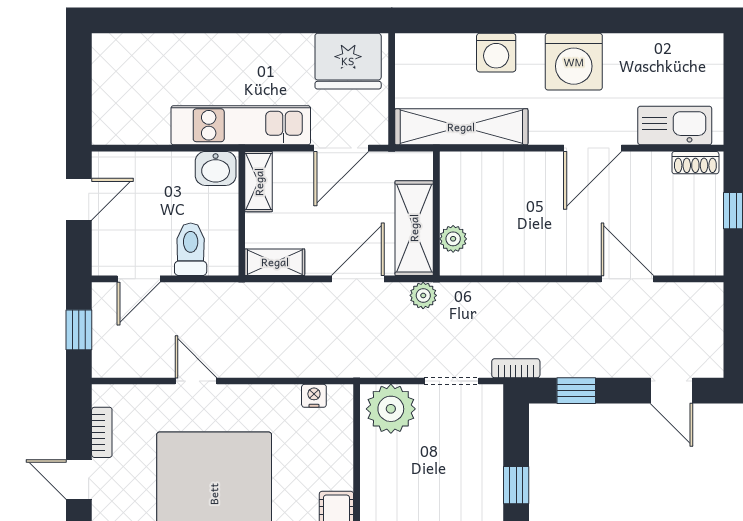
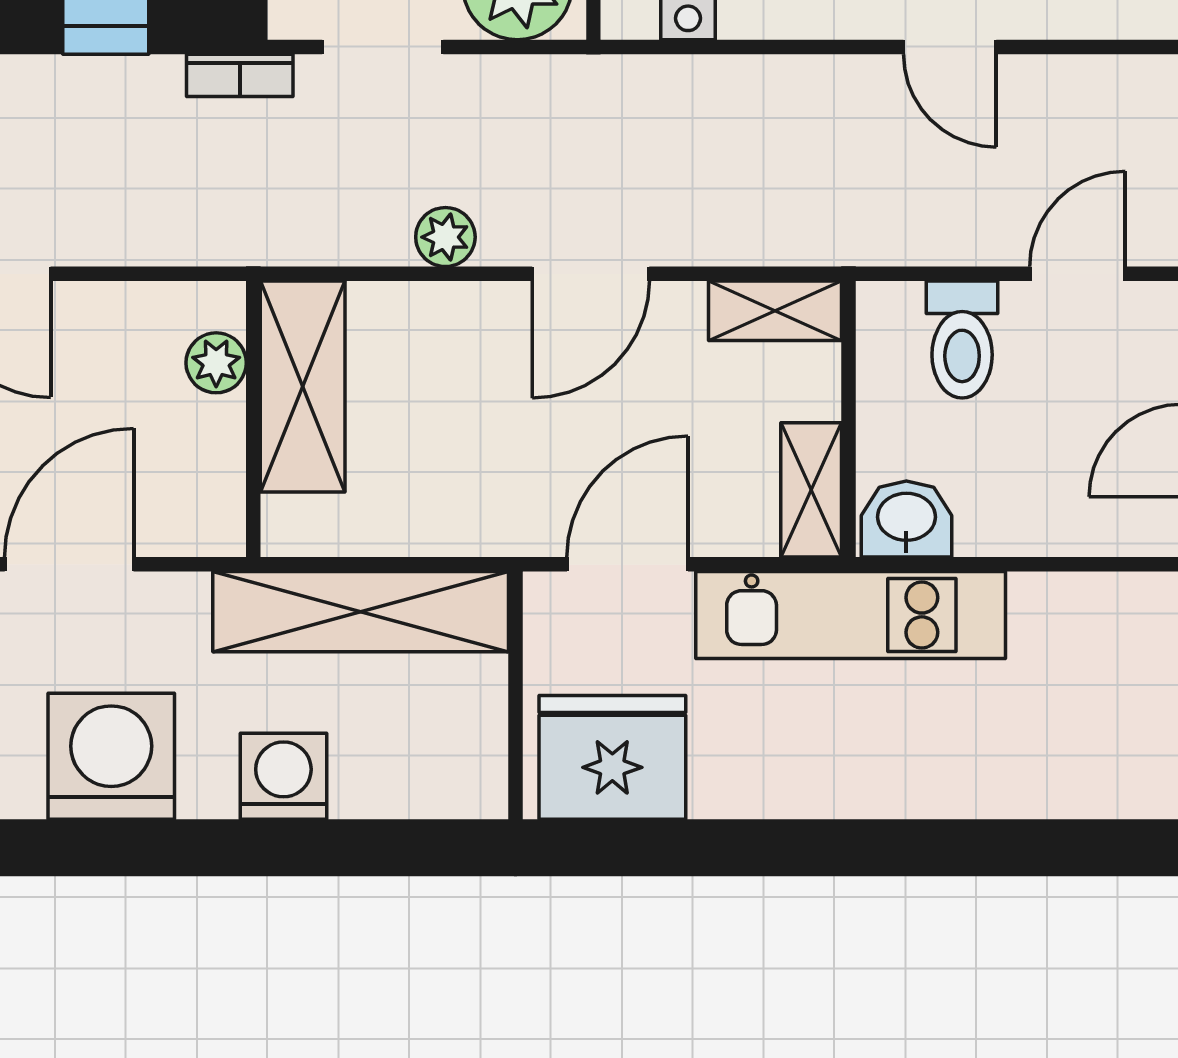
wall: (436, 214) -> (253, 419), moved
shelving: (414, 228) -> (303, 387), moved
plant: (453, 239) -> (216, 363), moved

